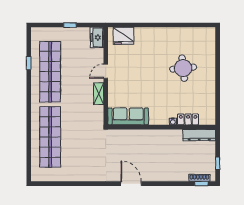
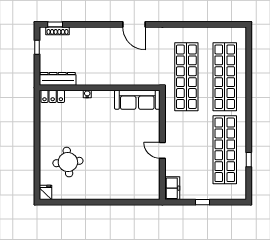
fridge: (123, 36) -> (46, 192), moved, width x0.53, depth x0.75
round table: (183, 68) -> (68, 162), moved
door: (106, 71) -> (162, 150), swing flipped
shelving: (99, 94) -> (170, 125), removed
locker: (188, 119) -> (53, 96), moved
shop shelf: (84, 137) -> (186, 77), added

